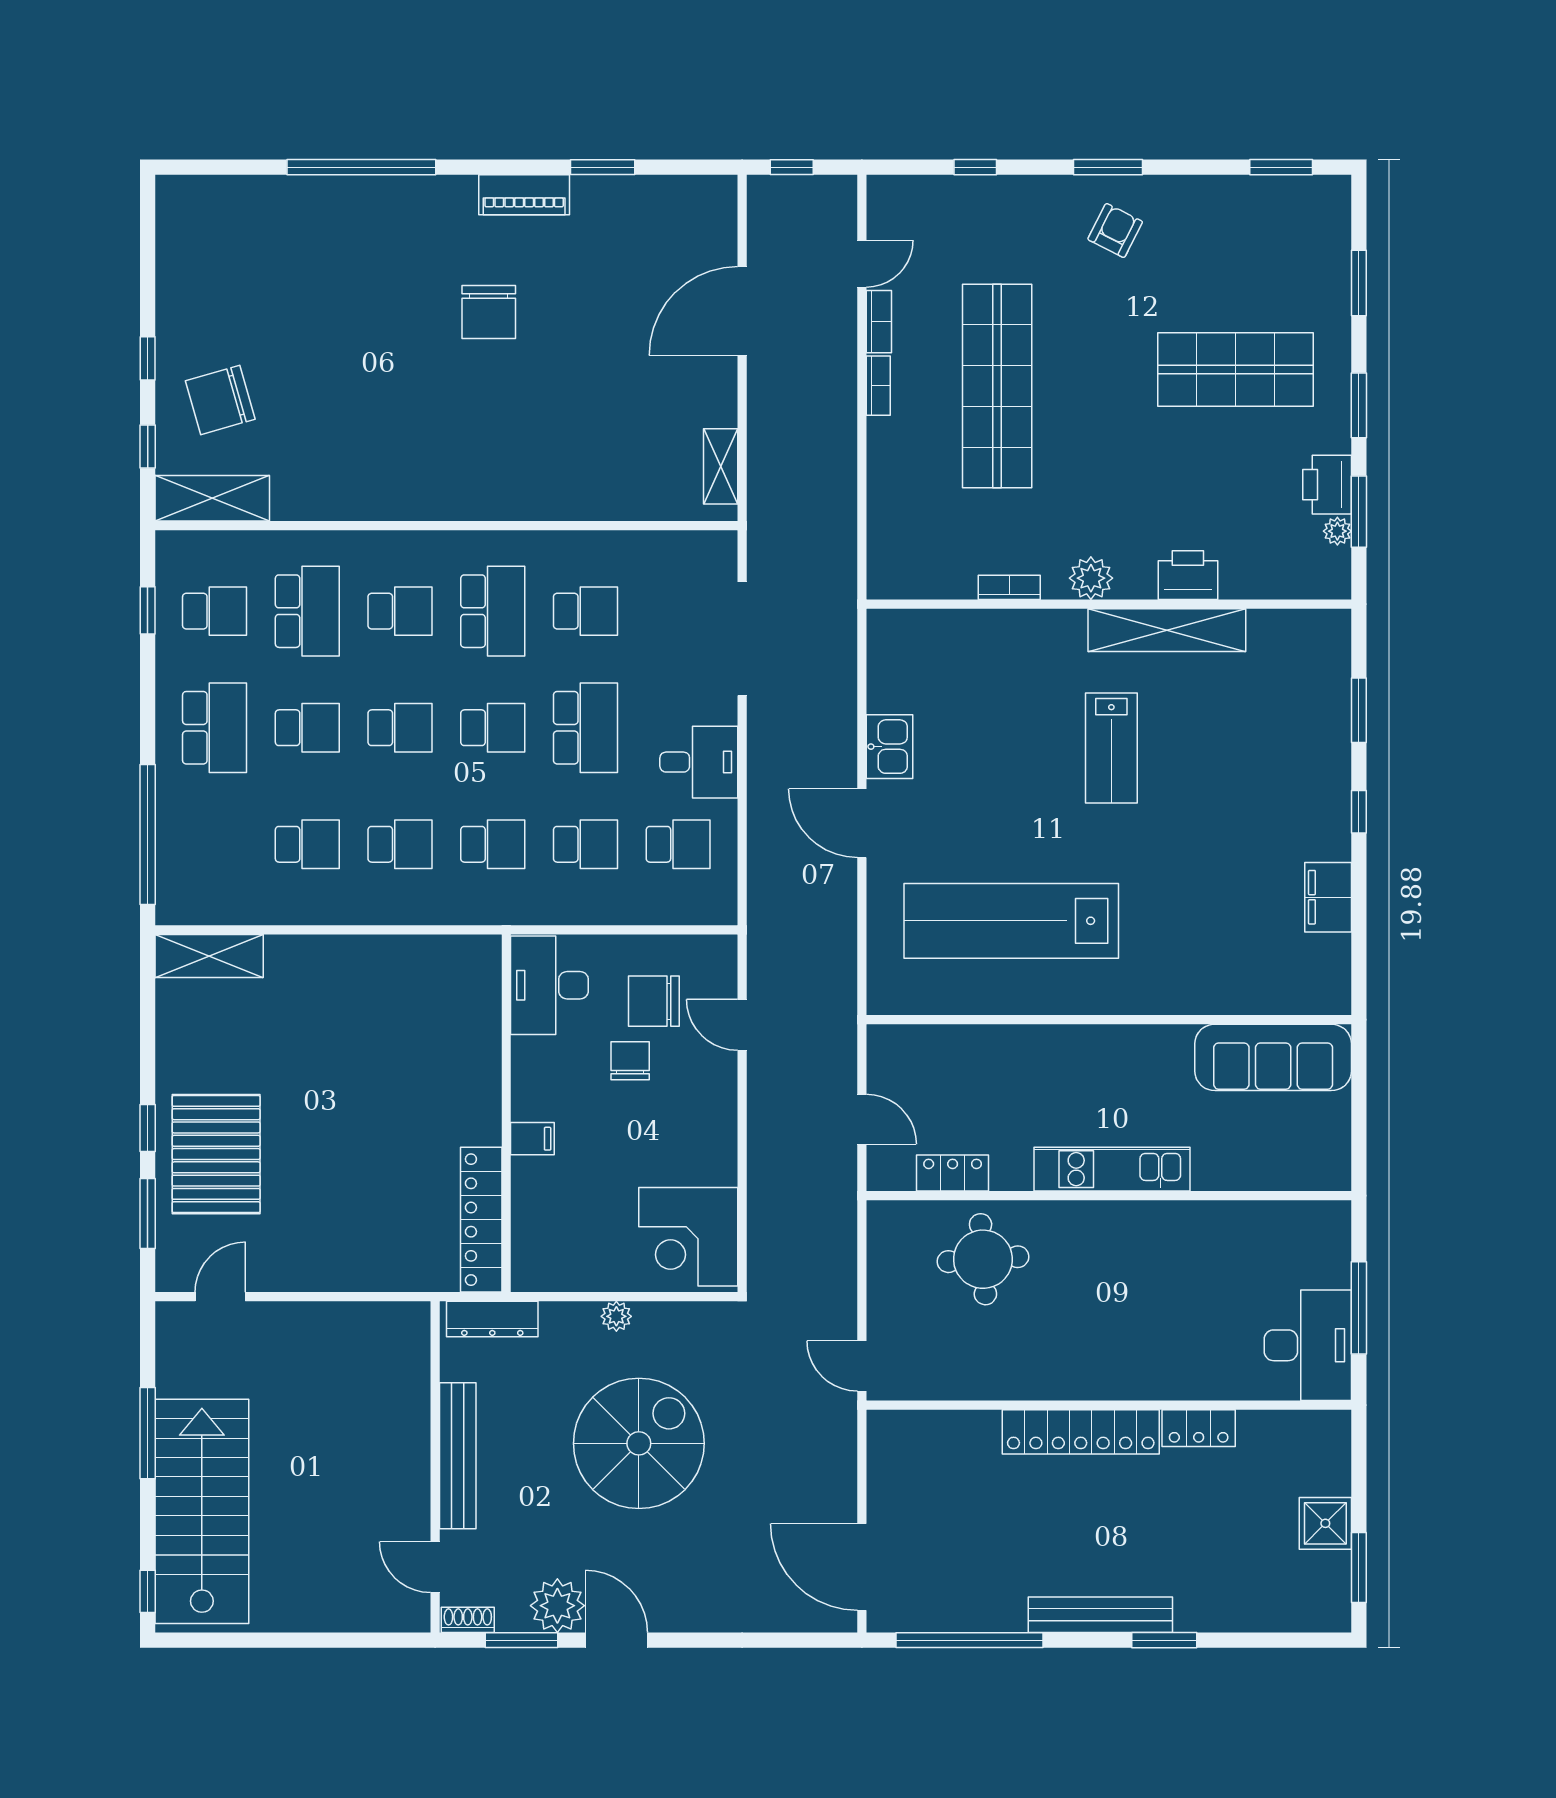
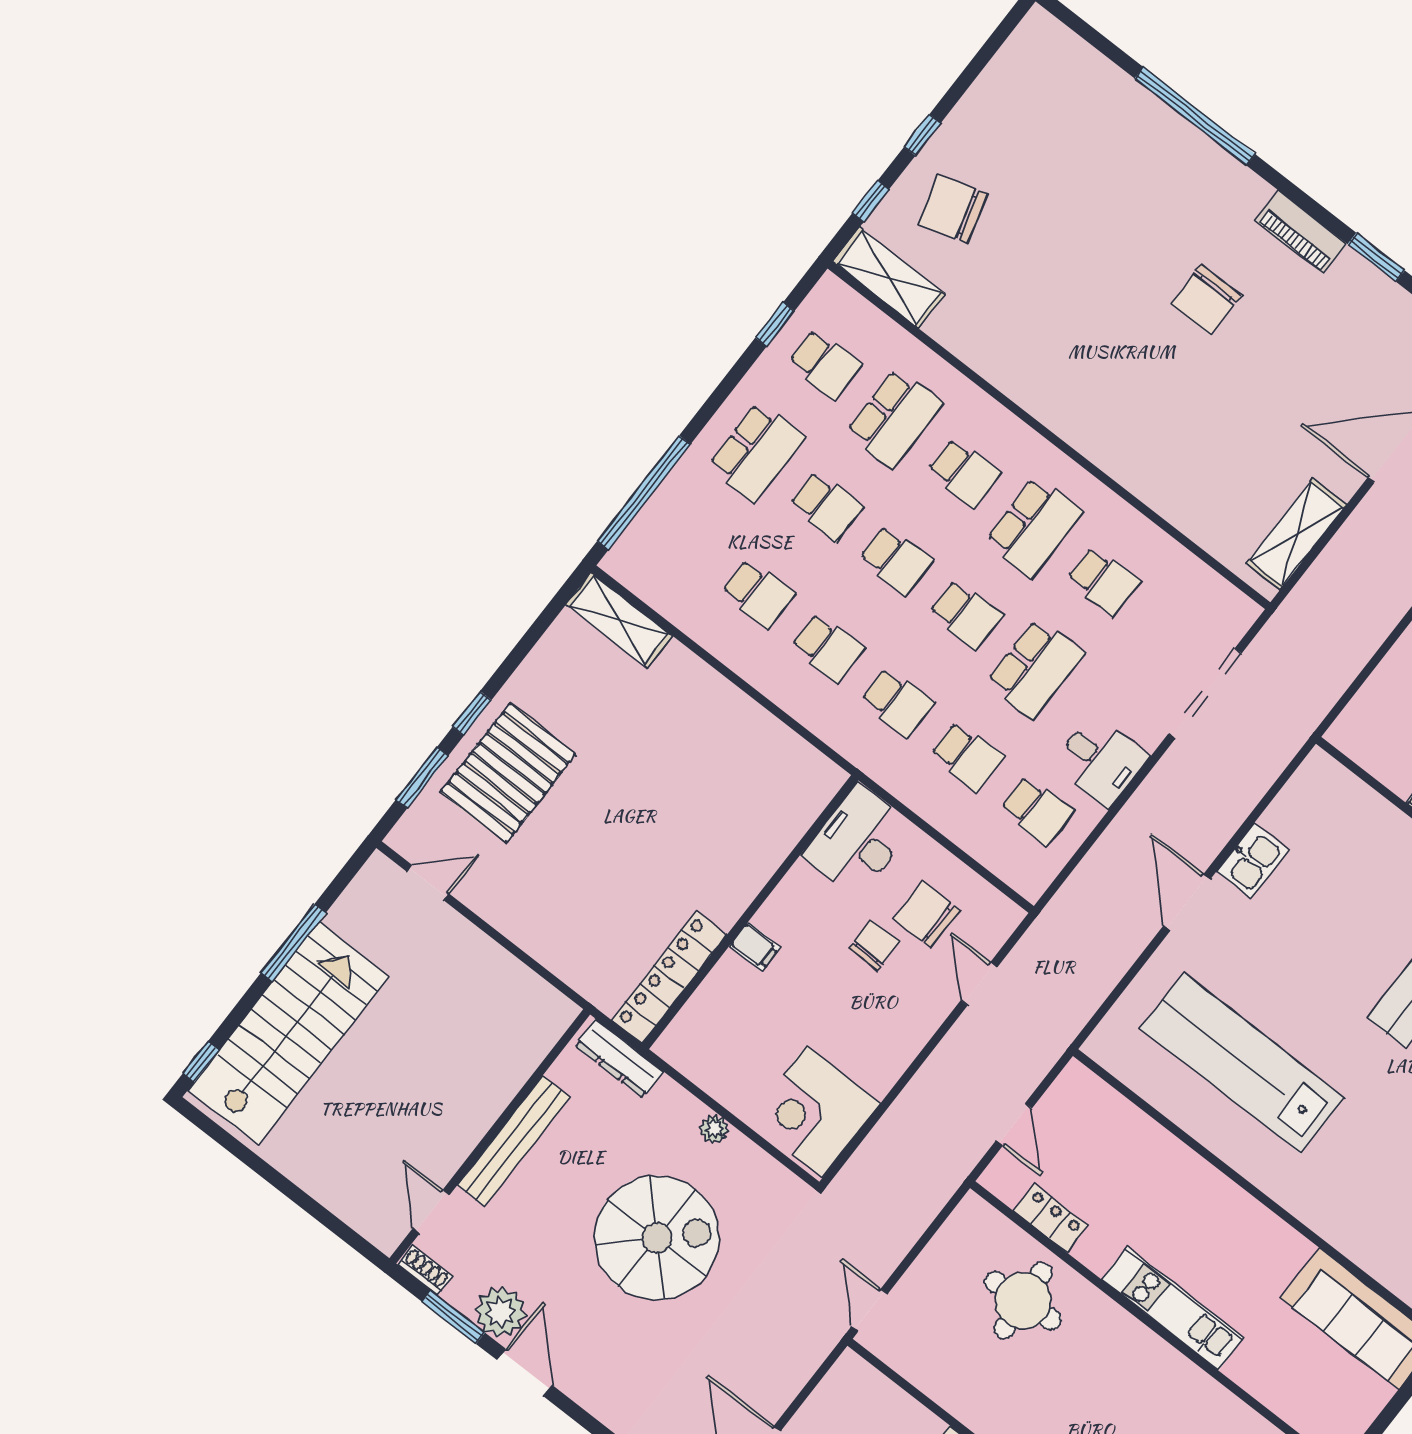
shelving: (721, 466) -> (1296, 534), width x1.50, depth x1.33

